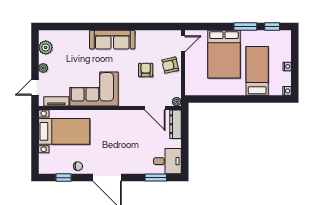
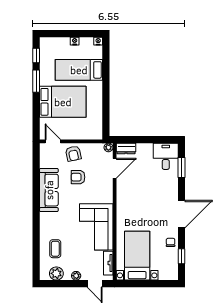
sofa: (112, 40) -> (49, 190), moved
coffee table: (71, 46) -> (55, 249), added
dresser: (176, 124) -> (126, 148), width x0.70

